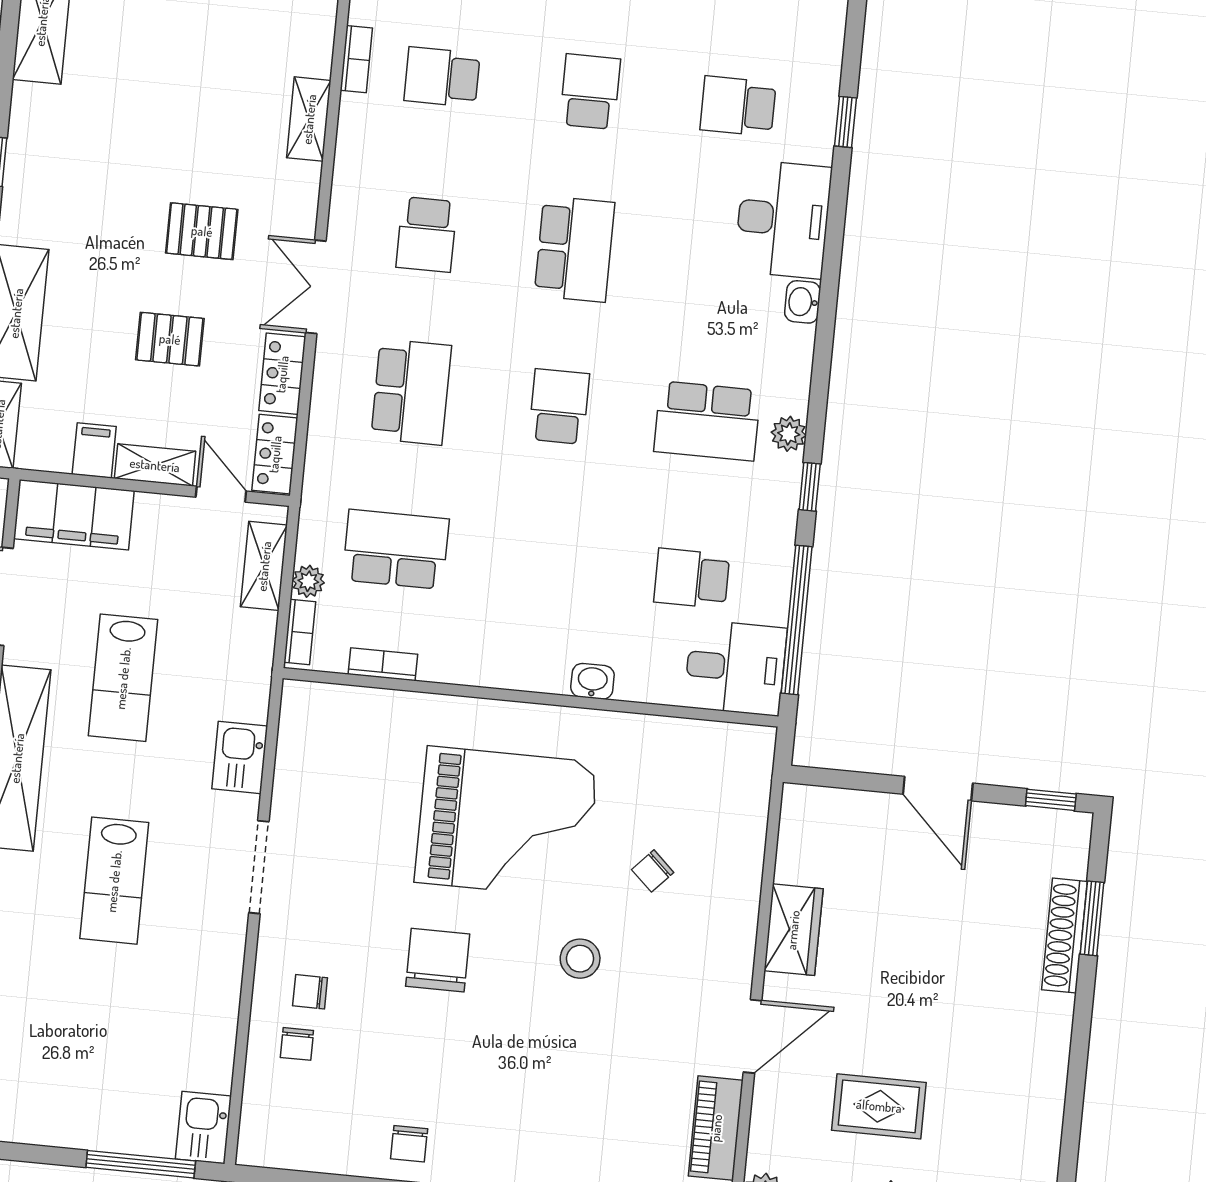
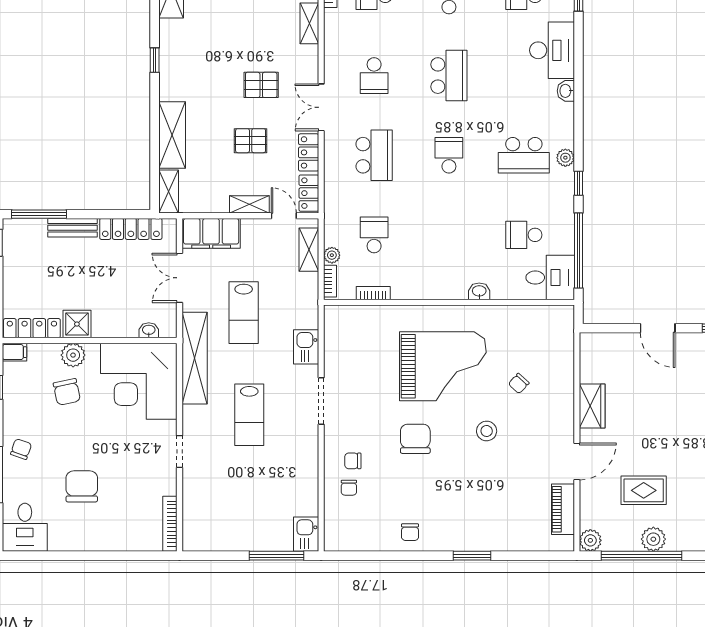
filing cabinet: (94, 450) -> (218, 200), removed
school desk: (396, 549) -> (374, 235), width x0.54

